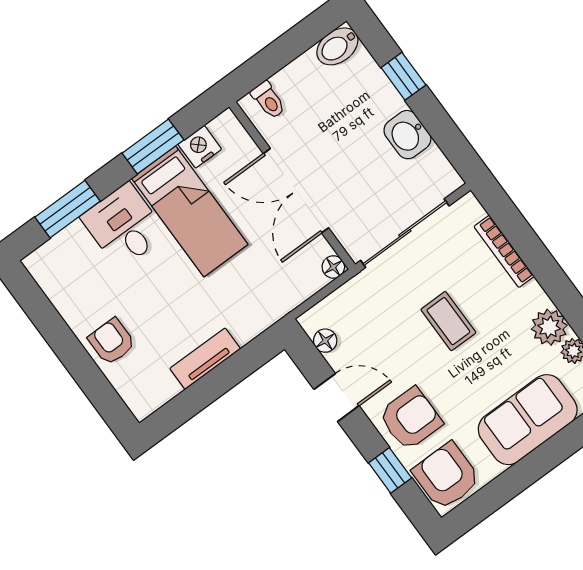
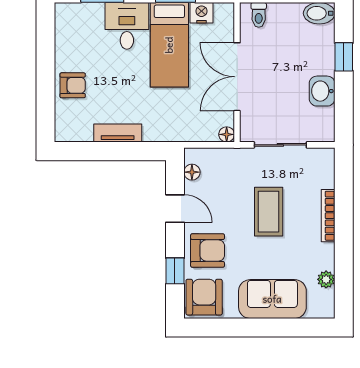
sliding door: (405, 233) -> (280, 145), width x0.73
bookcase: (504, 251) -> (328, 216), moved
coffee table: (448, 321) -> (269, 212), width x1.36, depth x1.30
plant: (549, 327) -> (322, 256), removed
armchair: (112, 342) -> (73, 85), turned 90

